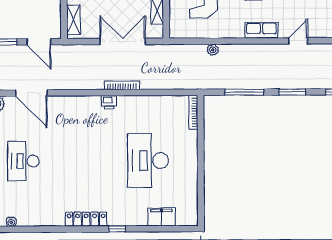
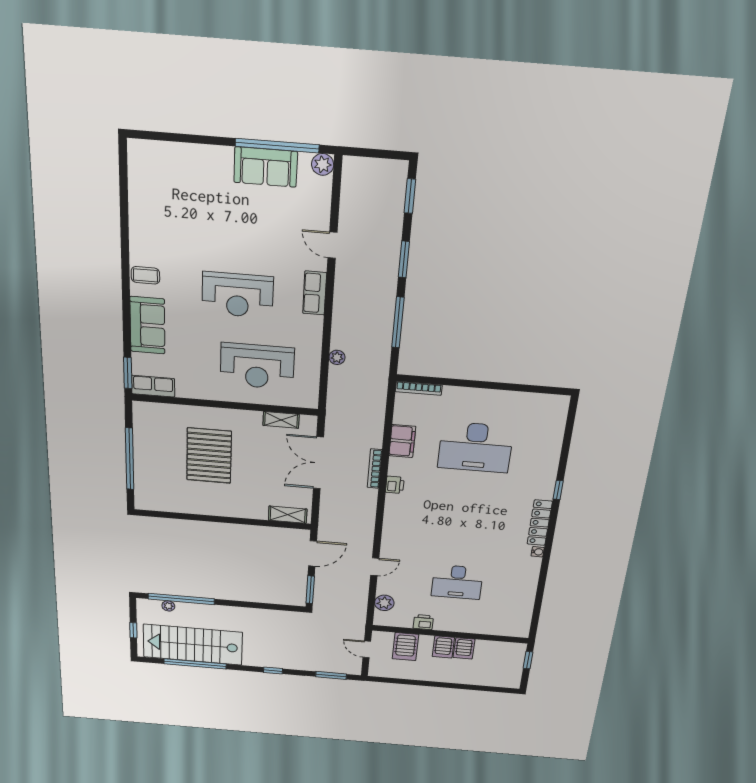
door: (31, 93) -> (375, 567), width x0.53
filing cabinet: (161, 217) -> (402, 441), moved, turned 180
water cooler: (11, 222) -> (538, 552), moved

